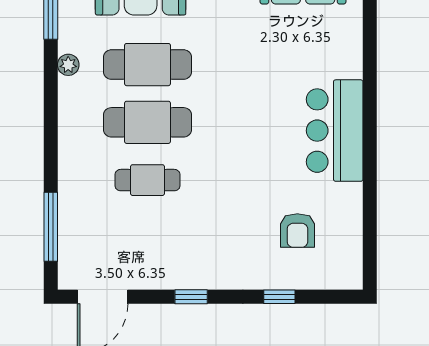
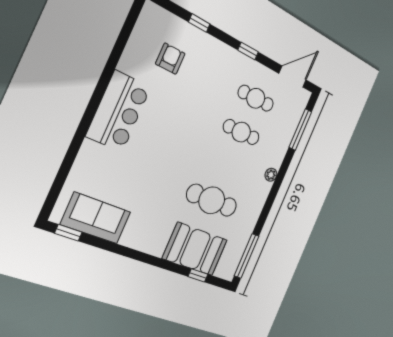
plant: (68, 65) -> (271, 175), moved
cafe table: (148, 122) -> (256, 98), moved, width x0.73, depth x0.74

